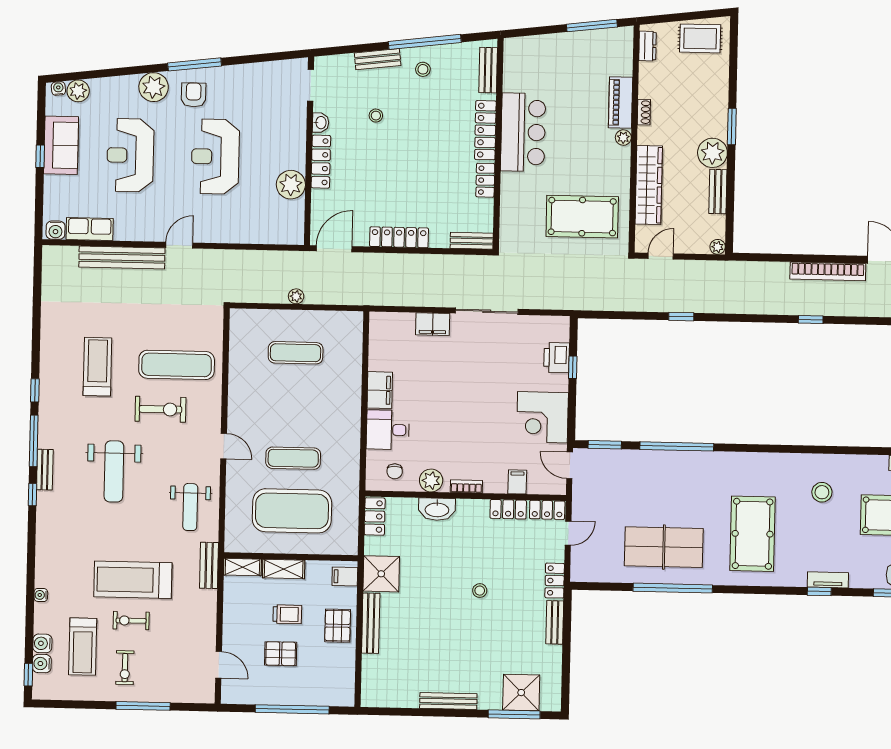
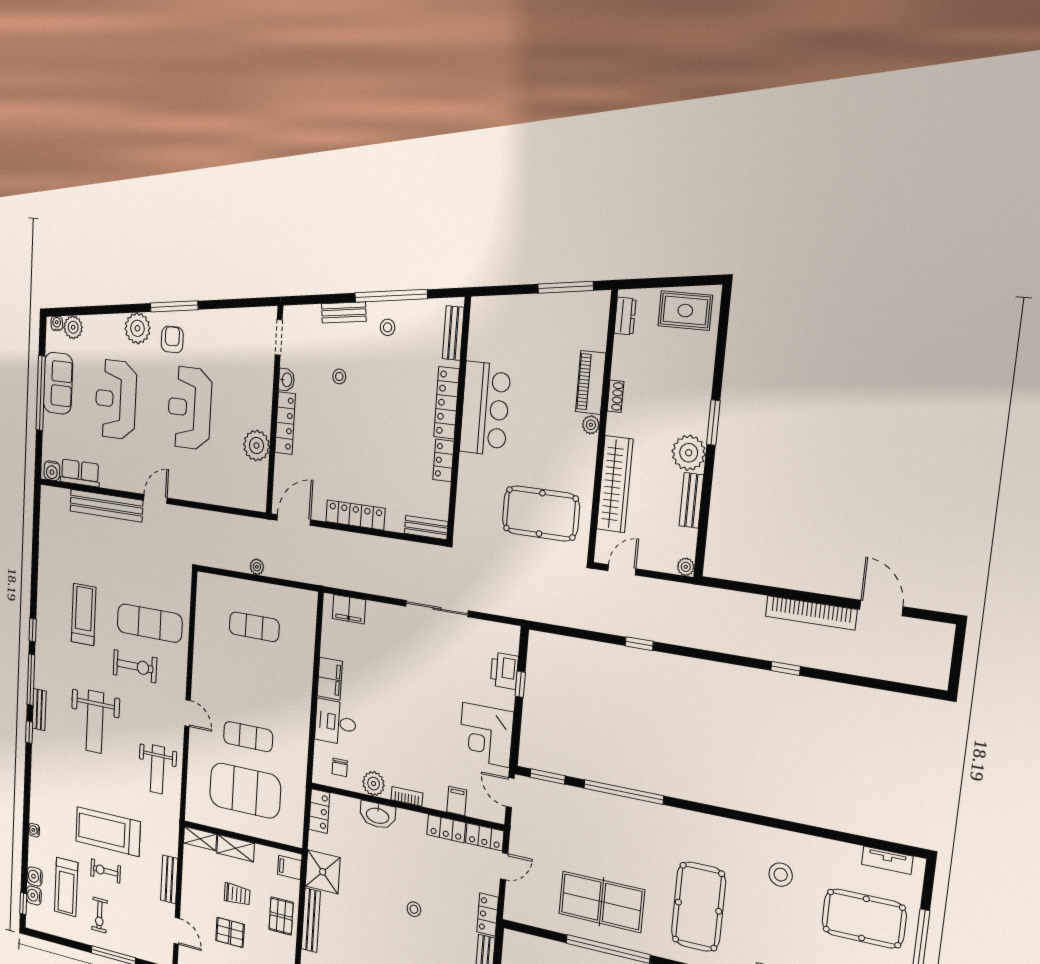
window: (40, 156) -> (41, 393), width x3.17
filing cabinet: (433, 324) -> (349, 609), moved
bench: (209, 565) -> (169, 879), moved

